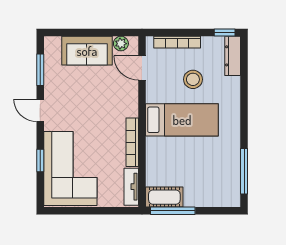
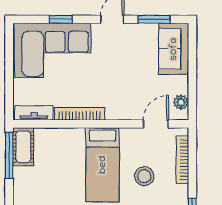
sofa: (87, 51) -> (174, 49), moved

